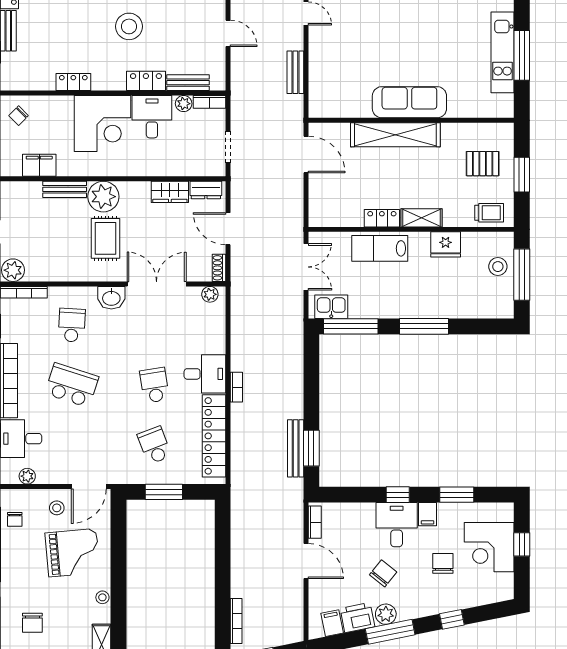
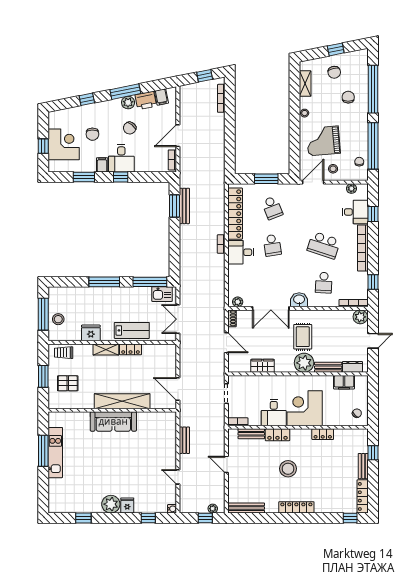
plant: (184, 104) -> (254, 421), removed
dresser: (206, 190) -> (352, 367), moved
door: (306, 561) -> (178, 136), hinge flipped

